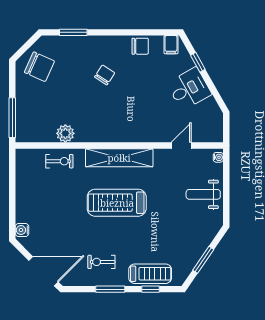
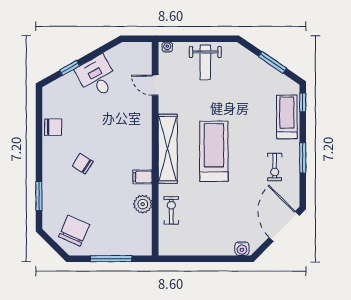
filing cabinet: (171, 45) -> (142, 177), moved, turned 180
chair: (140, 46) -> (53, 127), turned 90
window: (12, 118) -> (111, 259), moved
treadmill: (117, 203) -> (214, 151), turned 180
window: (151, 289) -> (303, 102), moved

